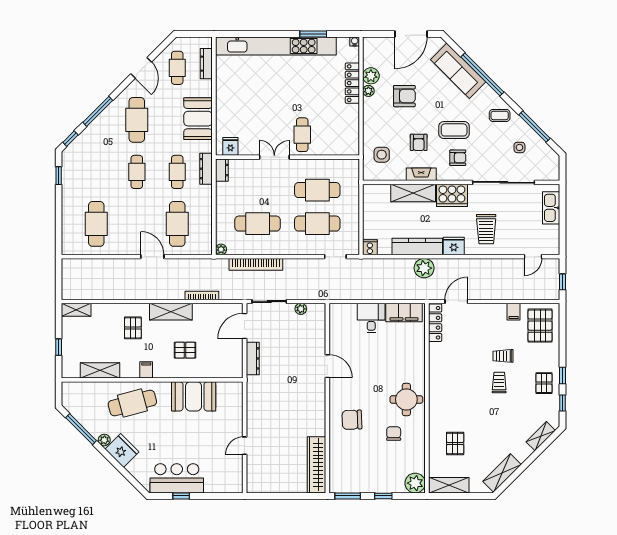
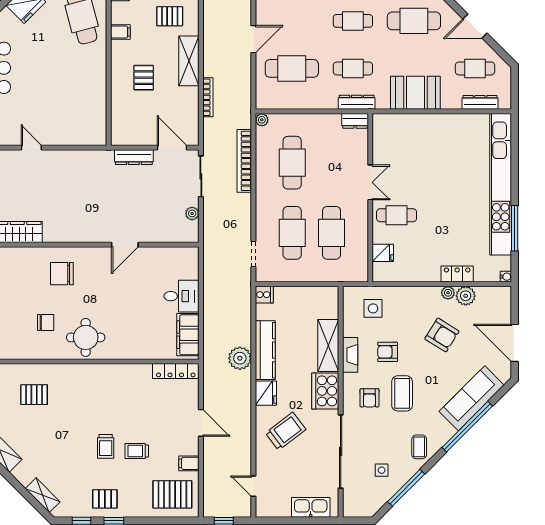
window: (313, 34) -> (515, 228), width x1.44
locker: (352, 83) -> (457, 274), width x0.66
armchair: (404, 96) -> (442, 335), turned -58
fridge: (230, 146) -> (383, 253), moved
trolley: (486, 229) -> (286, 431), turned 143
door: (456, 301) -> (201, 423), moved
trolley: (503, 356) -> (137, 451), turned -90
trolley: (499, 382) -> (106, 446), turned 90
booth: (194, 396) -> (89, 88), removed
chair: (352, 420) -> (62, 274), turned -88

